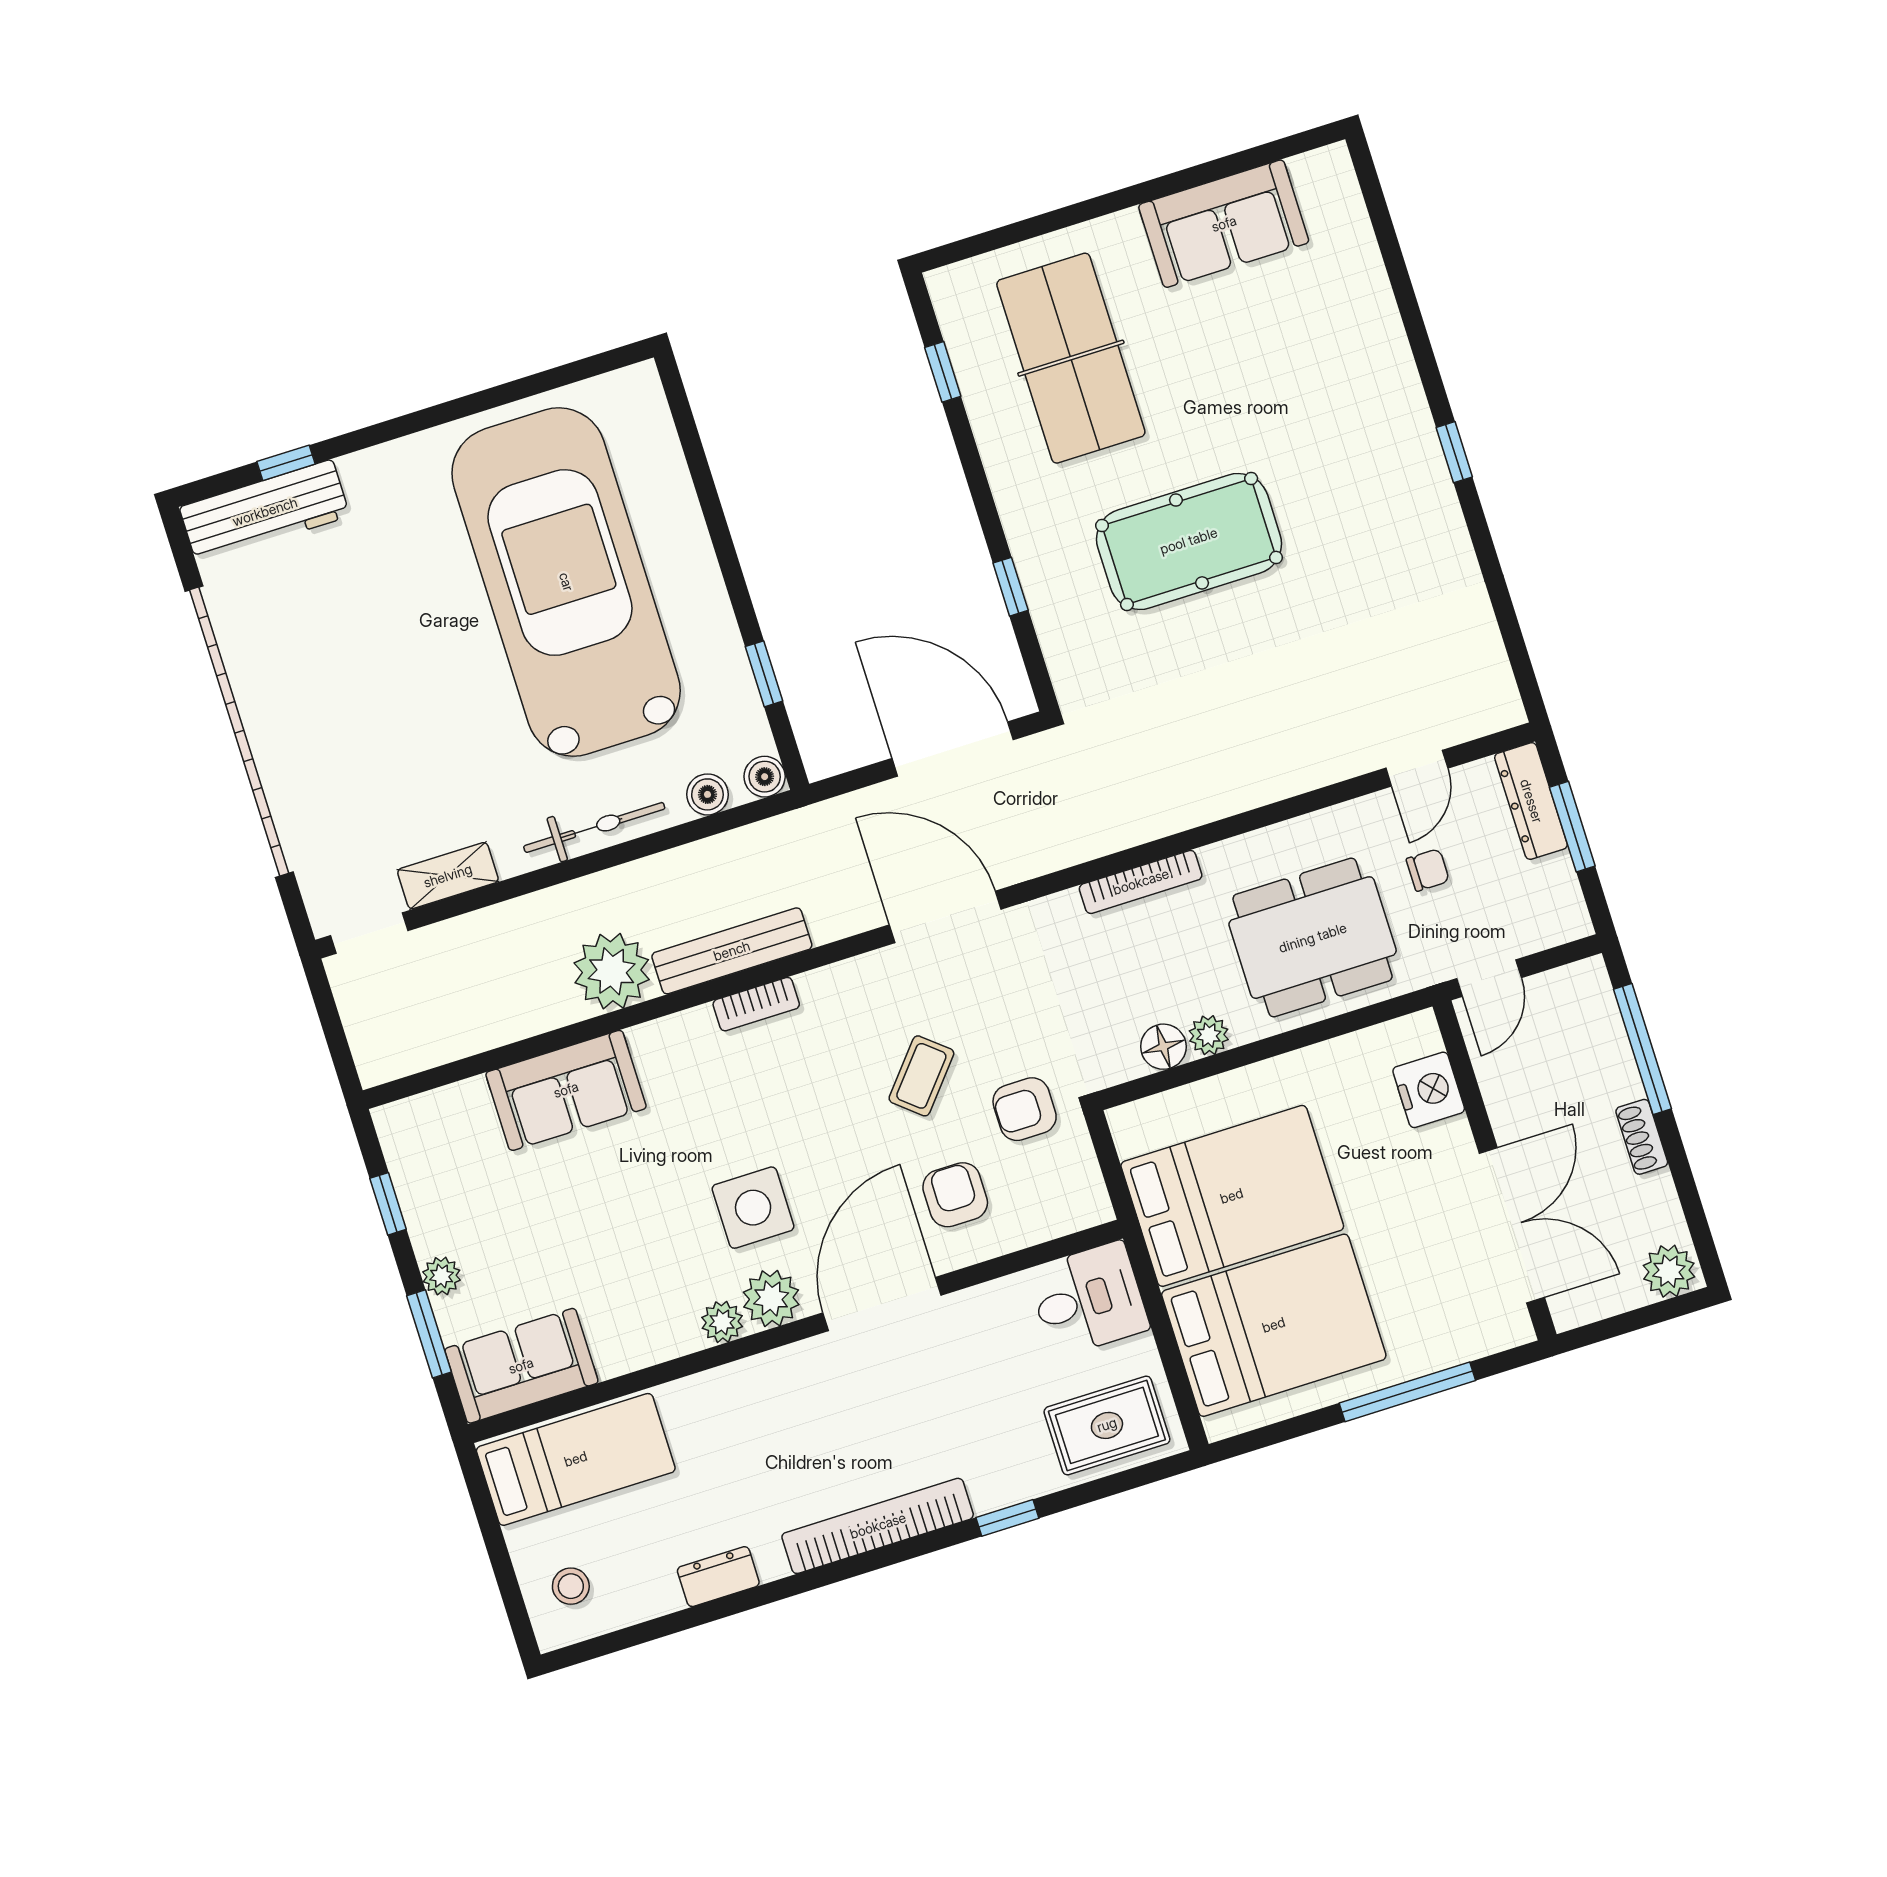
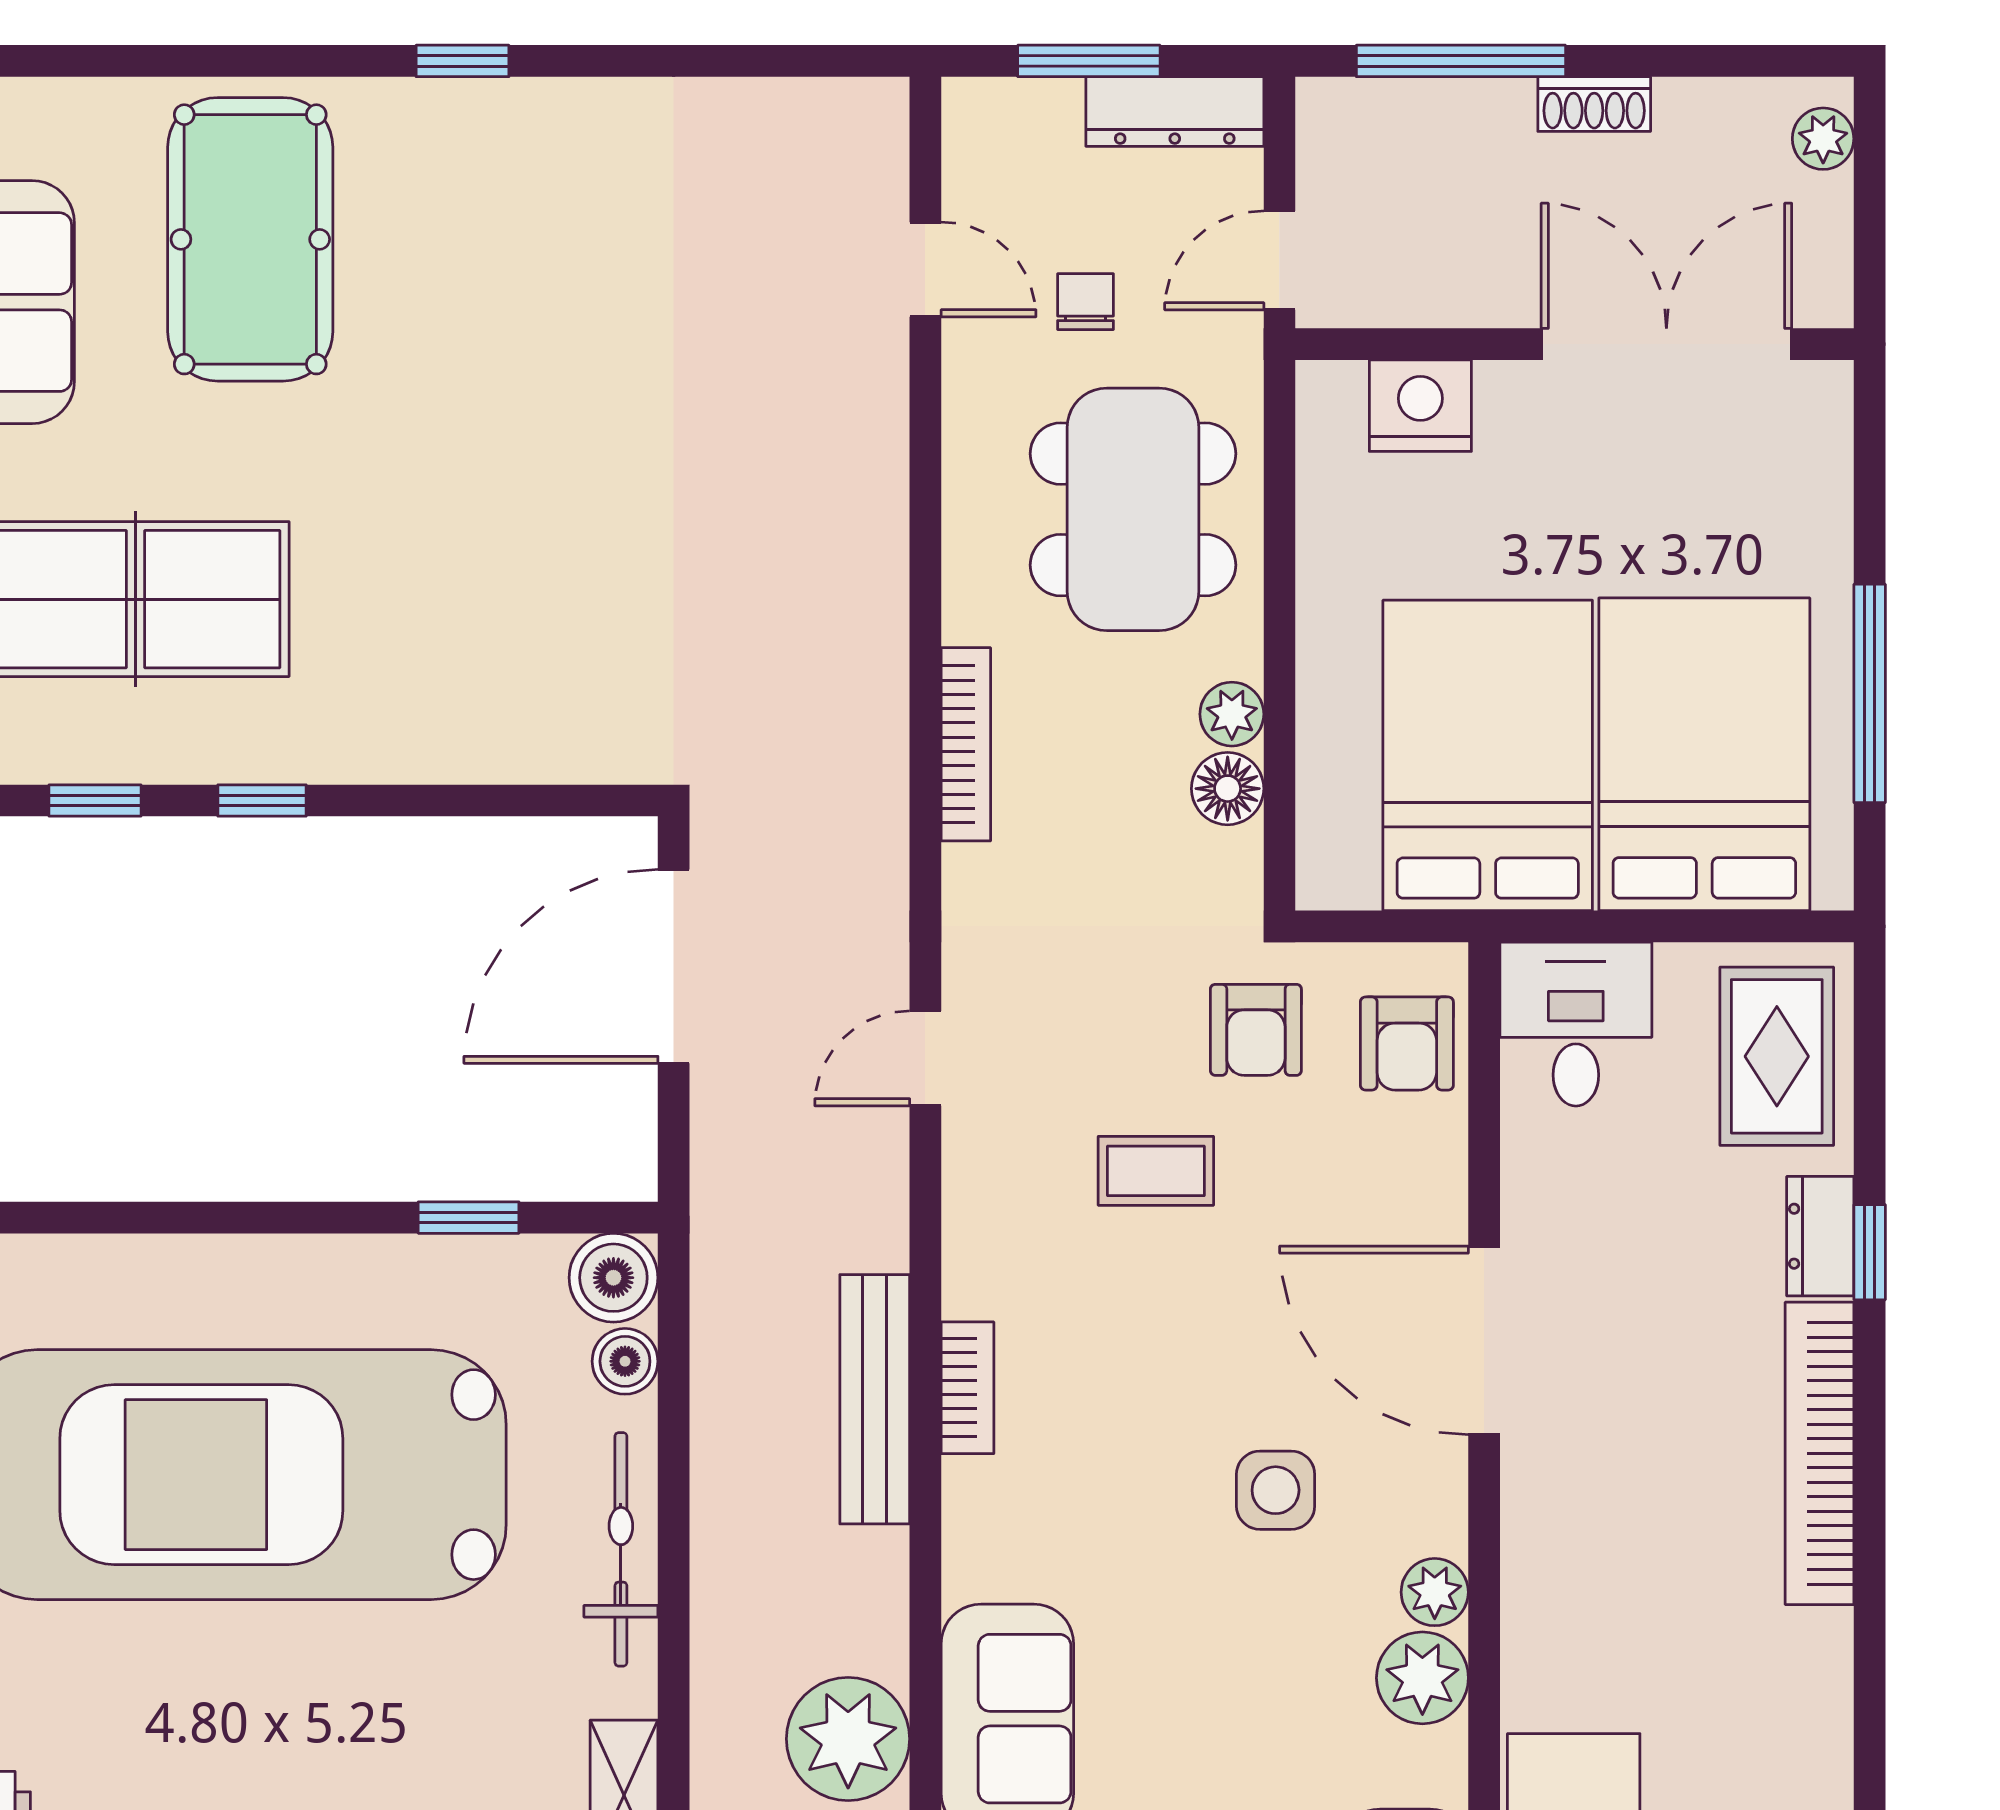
pool table: (1189, 541) -> (250, 239), moved
window: (1011, 587) -> (262, 801), moved
boiler: (765, 777) -> (613, 1278), width x1.36, depth x1.36
dresser: (1531, 801) -> (1175, 111), moved
door: (945, 917) -> (925, 1058), width x0.53
plant: (612, 971) -> (848, 1739), moved
door: (1489, 978) -> (1279, 260), swing flipped
coffee table: (921, 1076) -> (1156, 1171), turned -40
armchair: (955, 1195) -> (1407, 1044), moved, turned -90
side table: (753, 1208) -> (1276, 1490), width x0.73, depth x0.73
plant: (1669, 1271) -> (1823, 139), width x0.73, depth x0.73
plant: (771, 1298) -> (1422, 1678), moved
window: (1407, 1392) -> (1870, 693), moved
dresser: (718, 1577) -> (1820, 1236), moved

